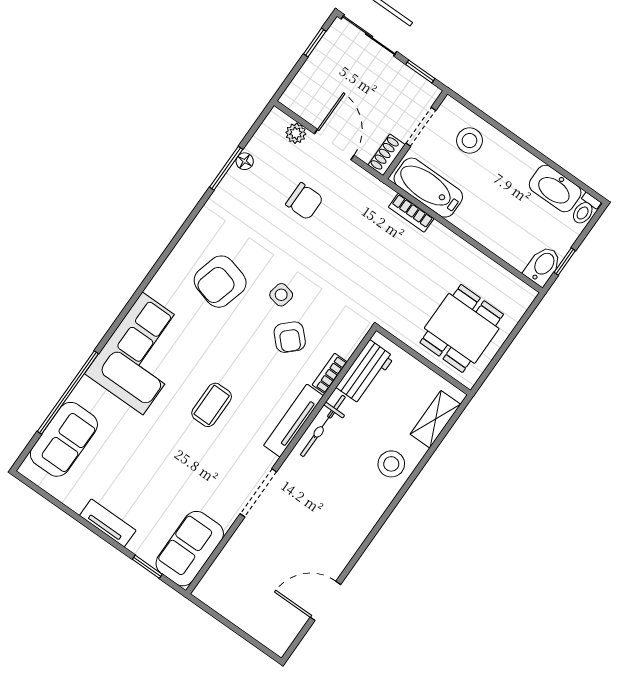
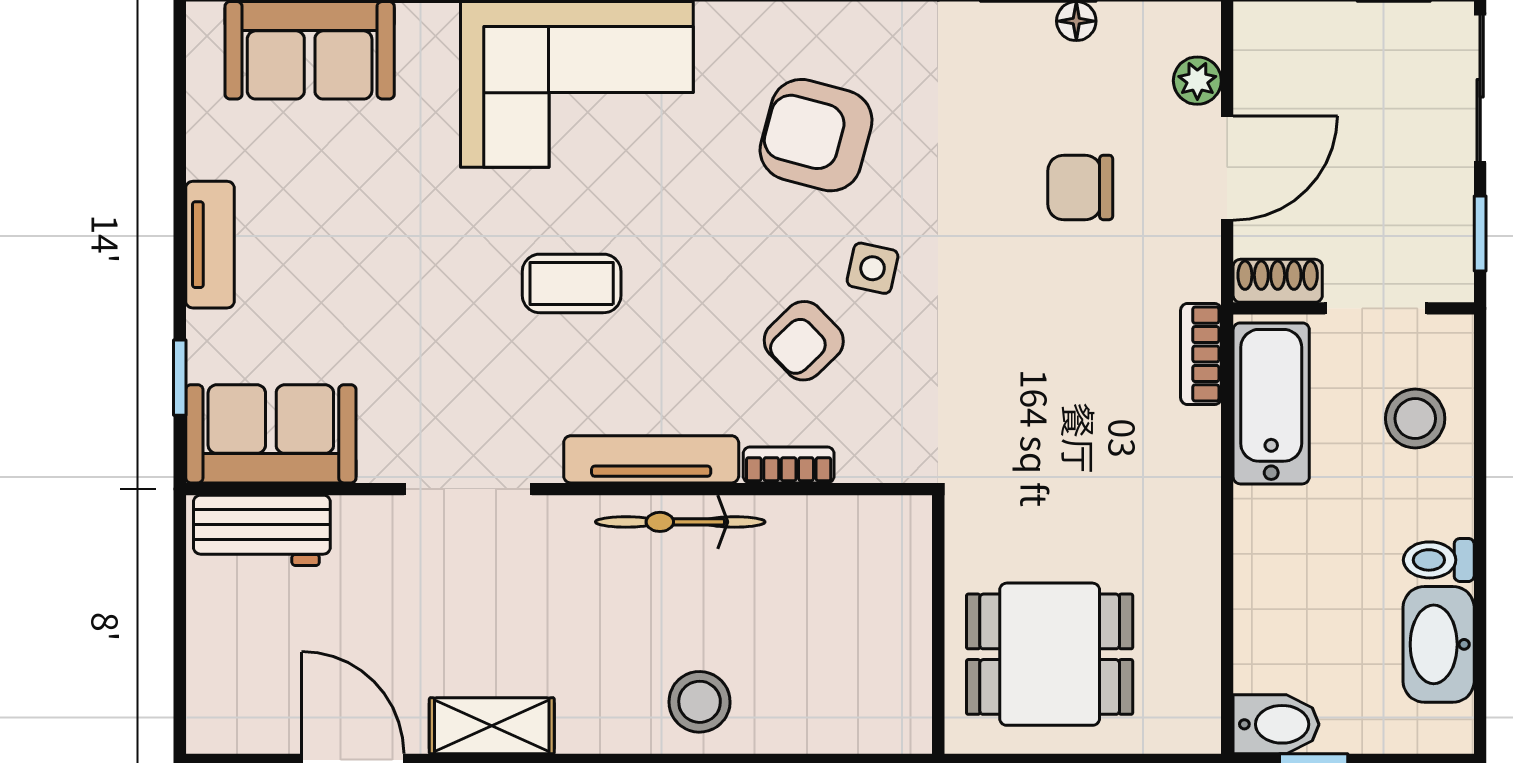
chair: (304, 201) -> (1080, 187), turned 90
toilet: (585, 210) -> (1439, 560), moved
bookcase: (411, 213) -> (1201, 354), moved
workbench: (365, 372) -> (262, 530), moved
shelving: (435, 419) -> (492, 726), moved

